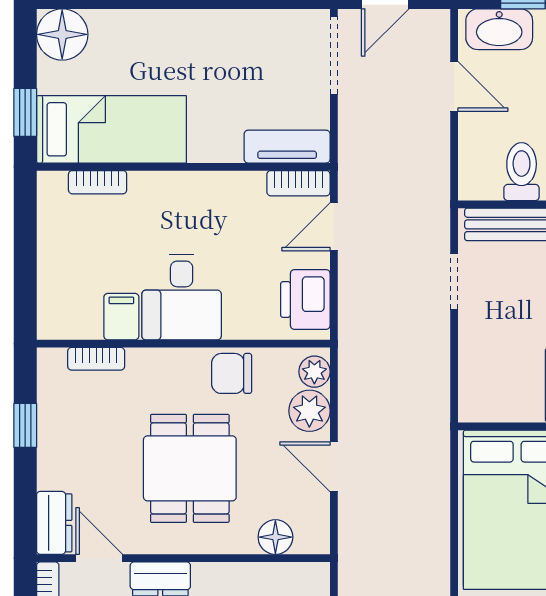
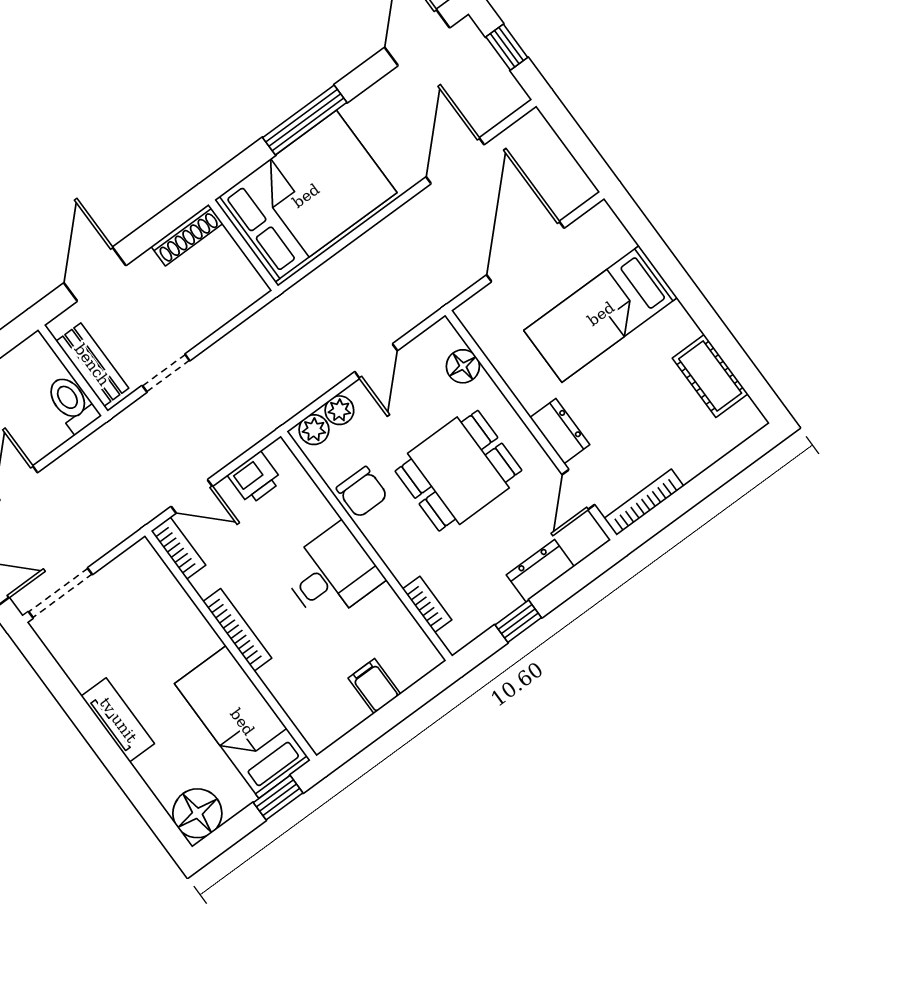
tv unit: (287, 147) -> (118, 720), moved, turned 180
toilet: (522, 172) -> (72, 404), moved, turned 90
bookcase: (98, 182) -> (237, 630), moved, width x1.56
printer: (305, 299) -> (255, 478), width x0.73, depth x0.81
filing cabinet: (121, 317) -> (374, 686), moved, turned 90
plant: (309, 411) -> (339, 410), width x0.73, depth x0.73
dresser: (54, 523) -> (540, 571), moved

